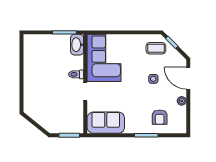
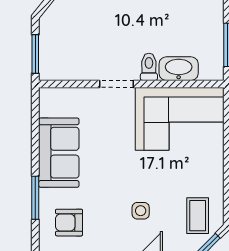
washbasin: (77, 45) -> (179, 69), moved
sofa: (106, 123) -> (59, 153), moved

